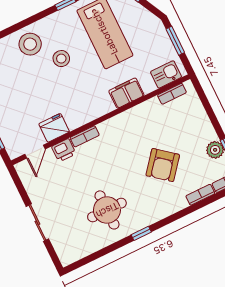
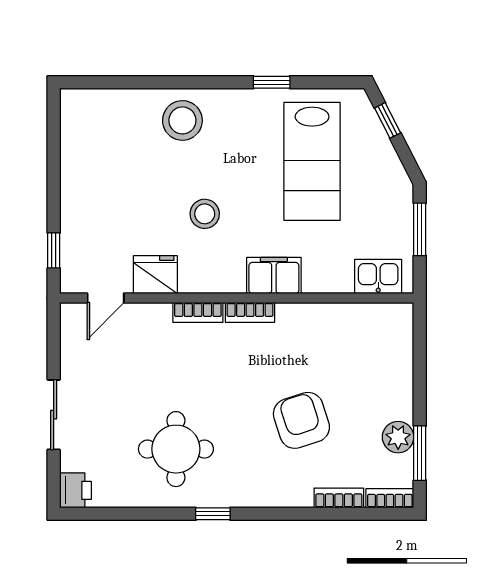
stool: (61, 59) -> (205, 214), moved
filing cabinet: (126, 93) -> (274, 275), moved
bookcase: (172, 94) -> (250, 312), moved
printer: (64, 150) -> (75, 490), moved, turned -90
armchair: (163, 165) -> (301, 420), turned 123

